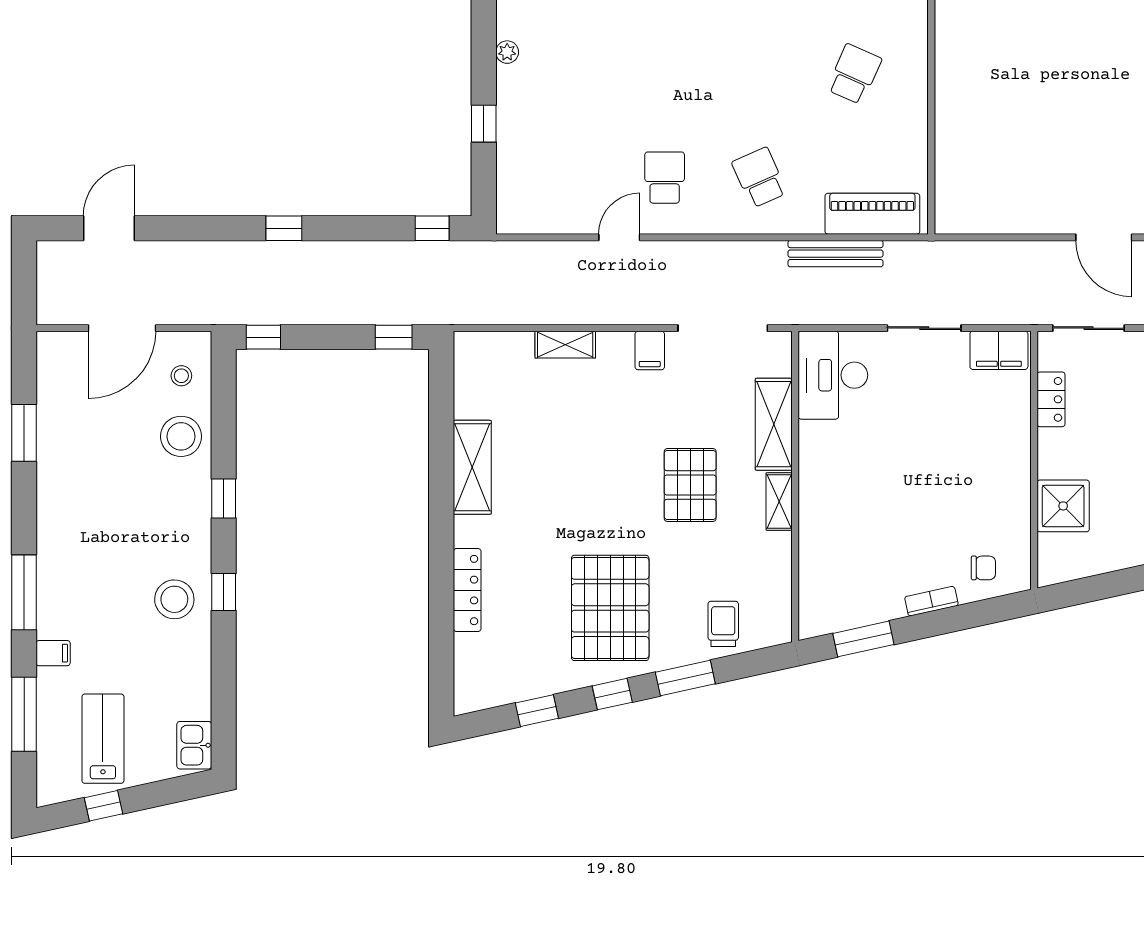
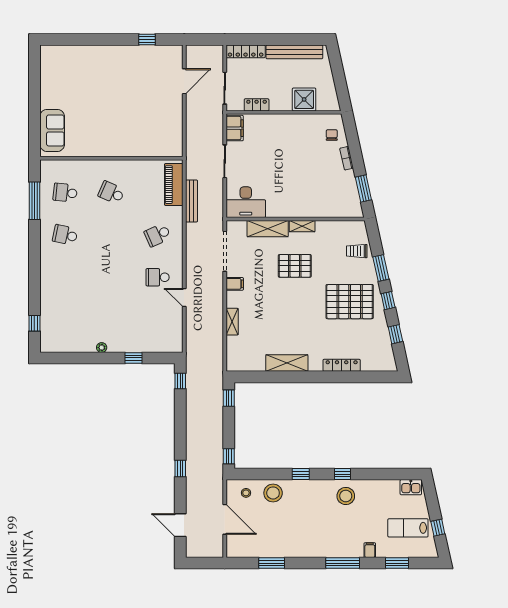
window: (284, 228) -> (180, 468), moved
window: (24, 714) -> (397, 563), width x0.69

